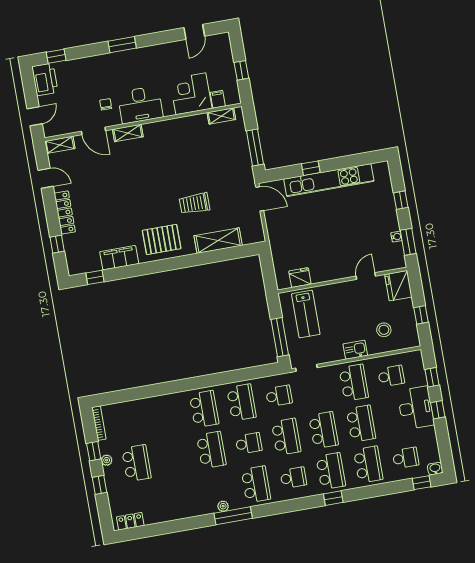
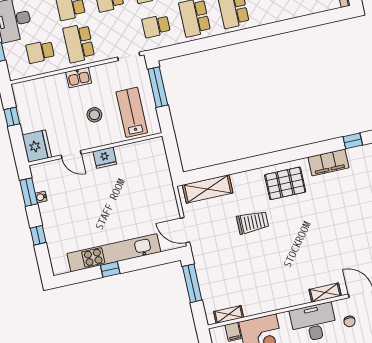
window: (311, 168) -> (110, 269), moved
shelving: (218, 241) -> (208, 189), moved
door: (366, 276) -> (71, 155), hinge flipped
fridge: (300, 278) -> (105, 158), moved
stool: (384, 330) -> (94, 115), moved

